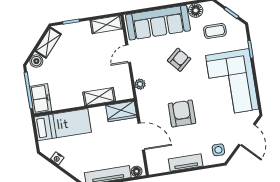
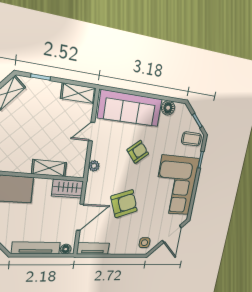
coffee table: (215, 31) -> (191, 139), moved
armchair: (182, 113) -> (124, 204), turned 69
door: (141, 137) -> (80, 217), hinge flipped
tv unit: (186, 163) -> (93, 249), moved

